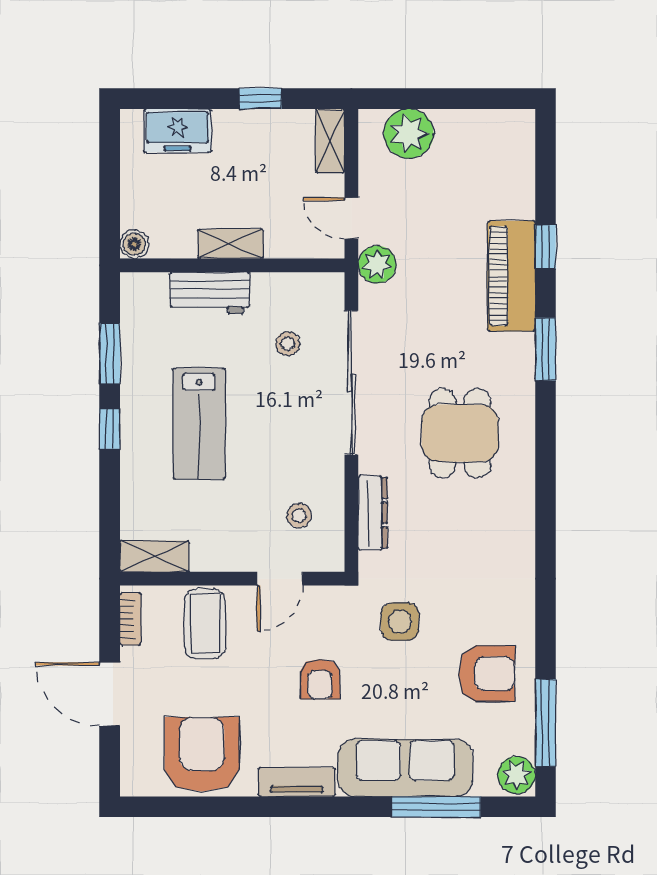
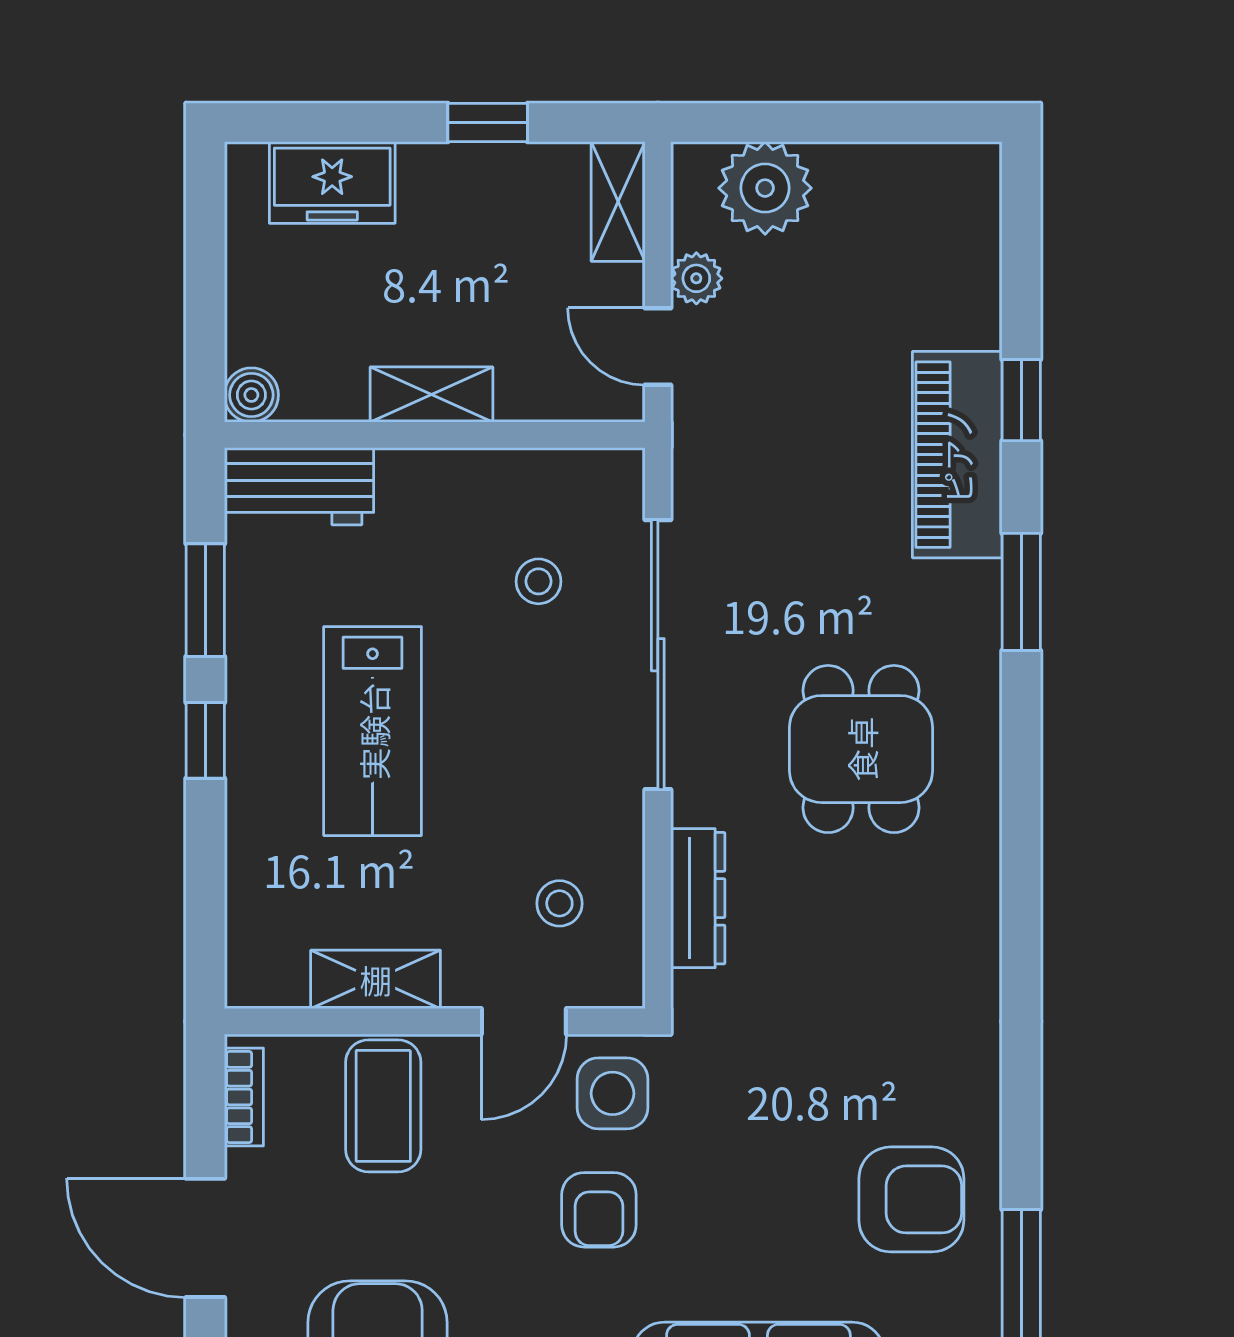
plant: (377, 265) -> (696, 278), moved, width x0.73, depth x0.73
workbench: (210, 293) -> (299, 486), moved
shelving: (155, 556) -> (376, 979), moved
side table: (400, 622) -> (613, 1093), moved

